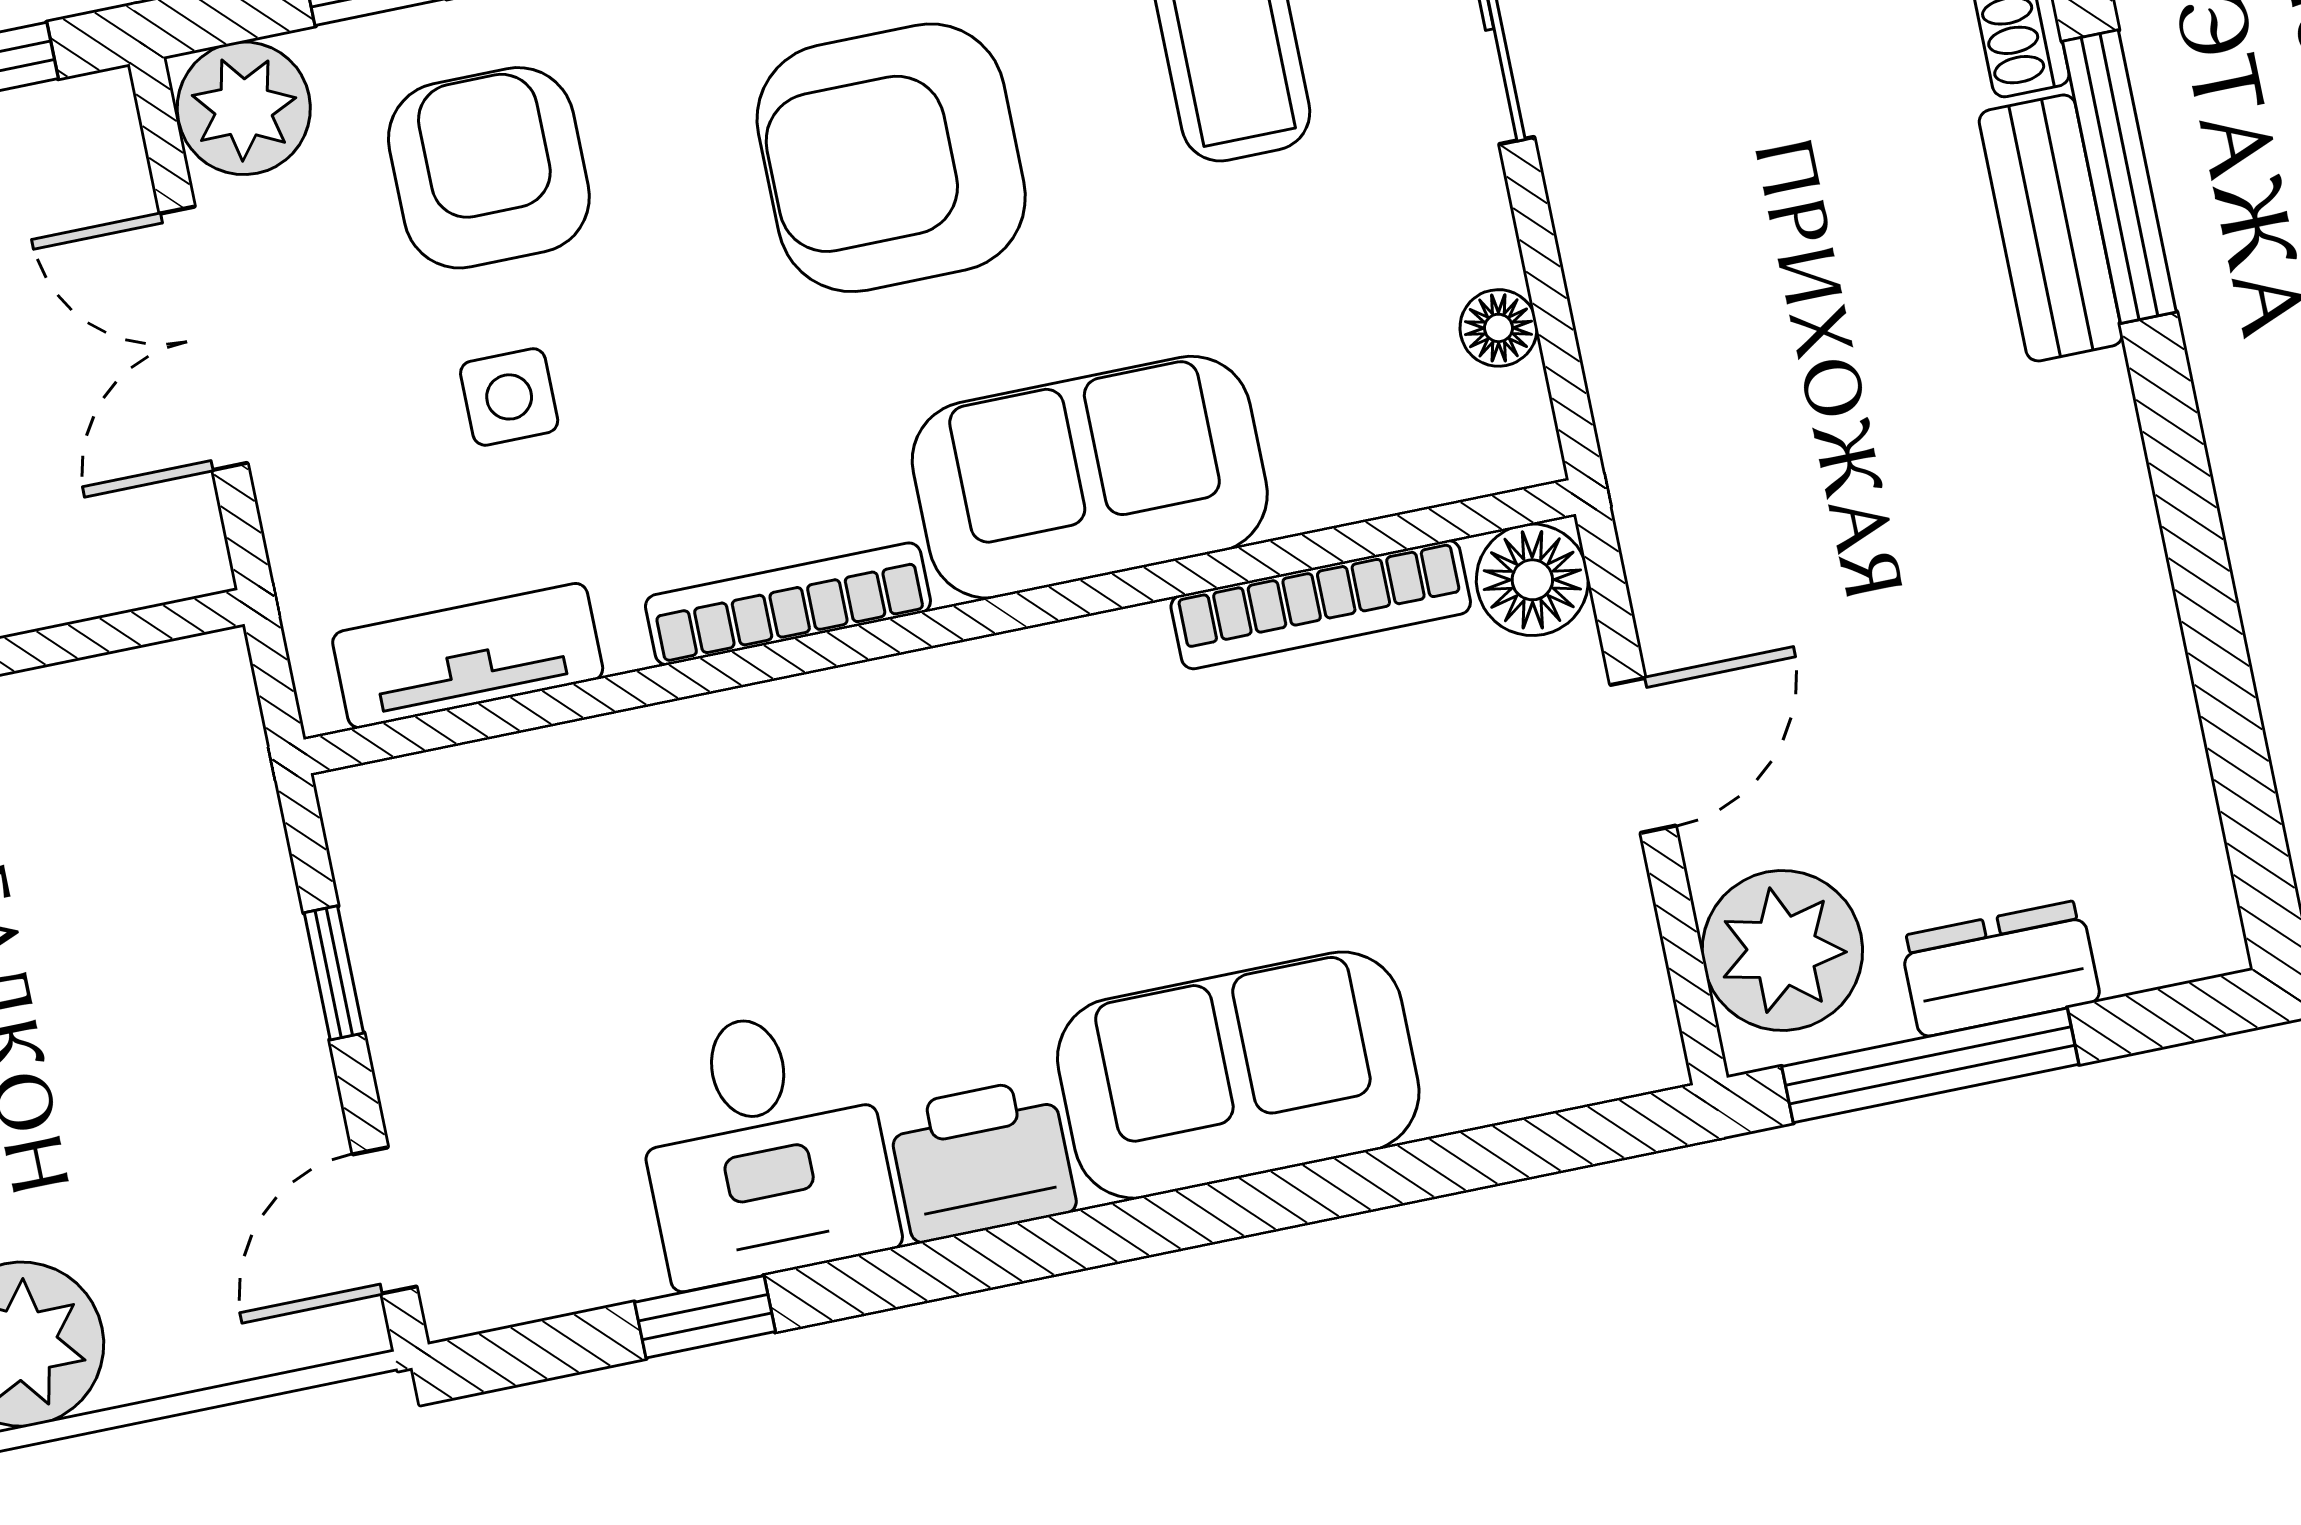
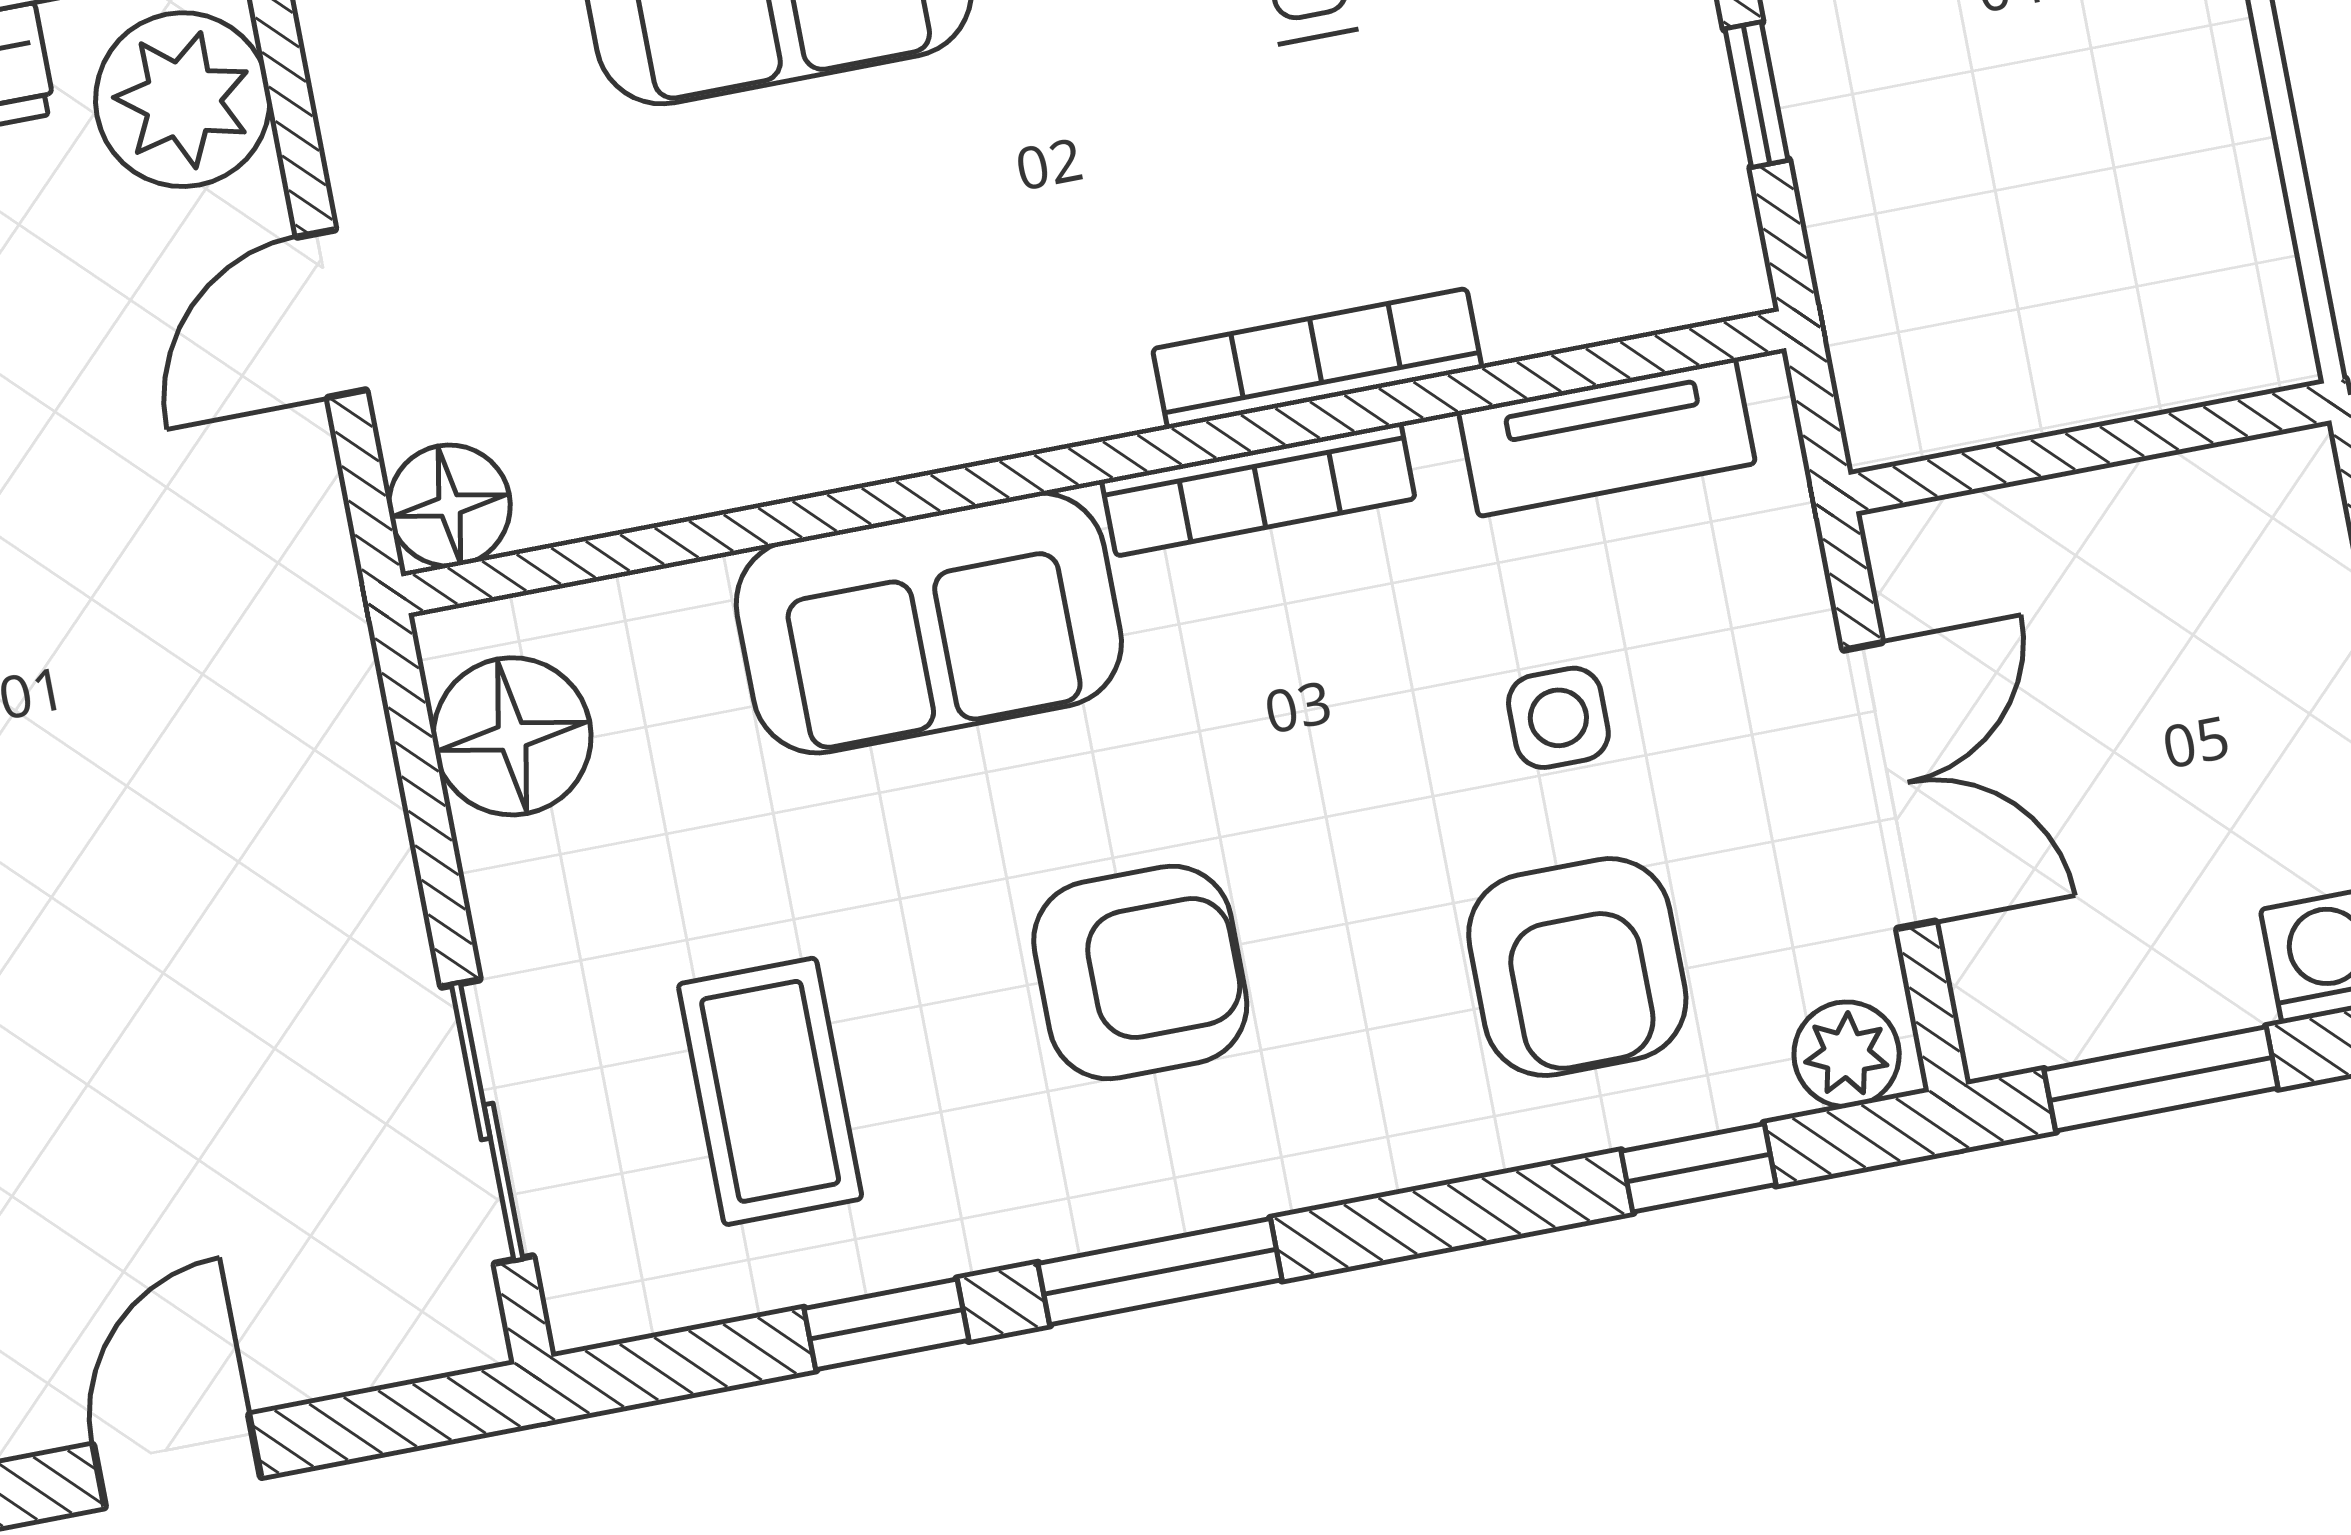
plant: (244, 108) -> (1847, 1054), width x0.73, depth x0.73
armchair: (891, 158) -> (1140, 973), width x0.73, depth x0.73
floor lamp: (1498, 328) -> (512, 736), width x1.89, depth x1.89
bookcase: (1321, 605) -> (1317, 359), moved

